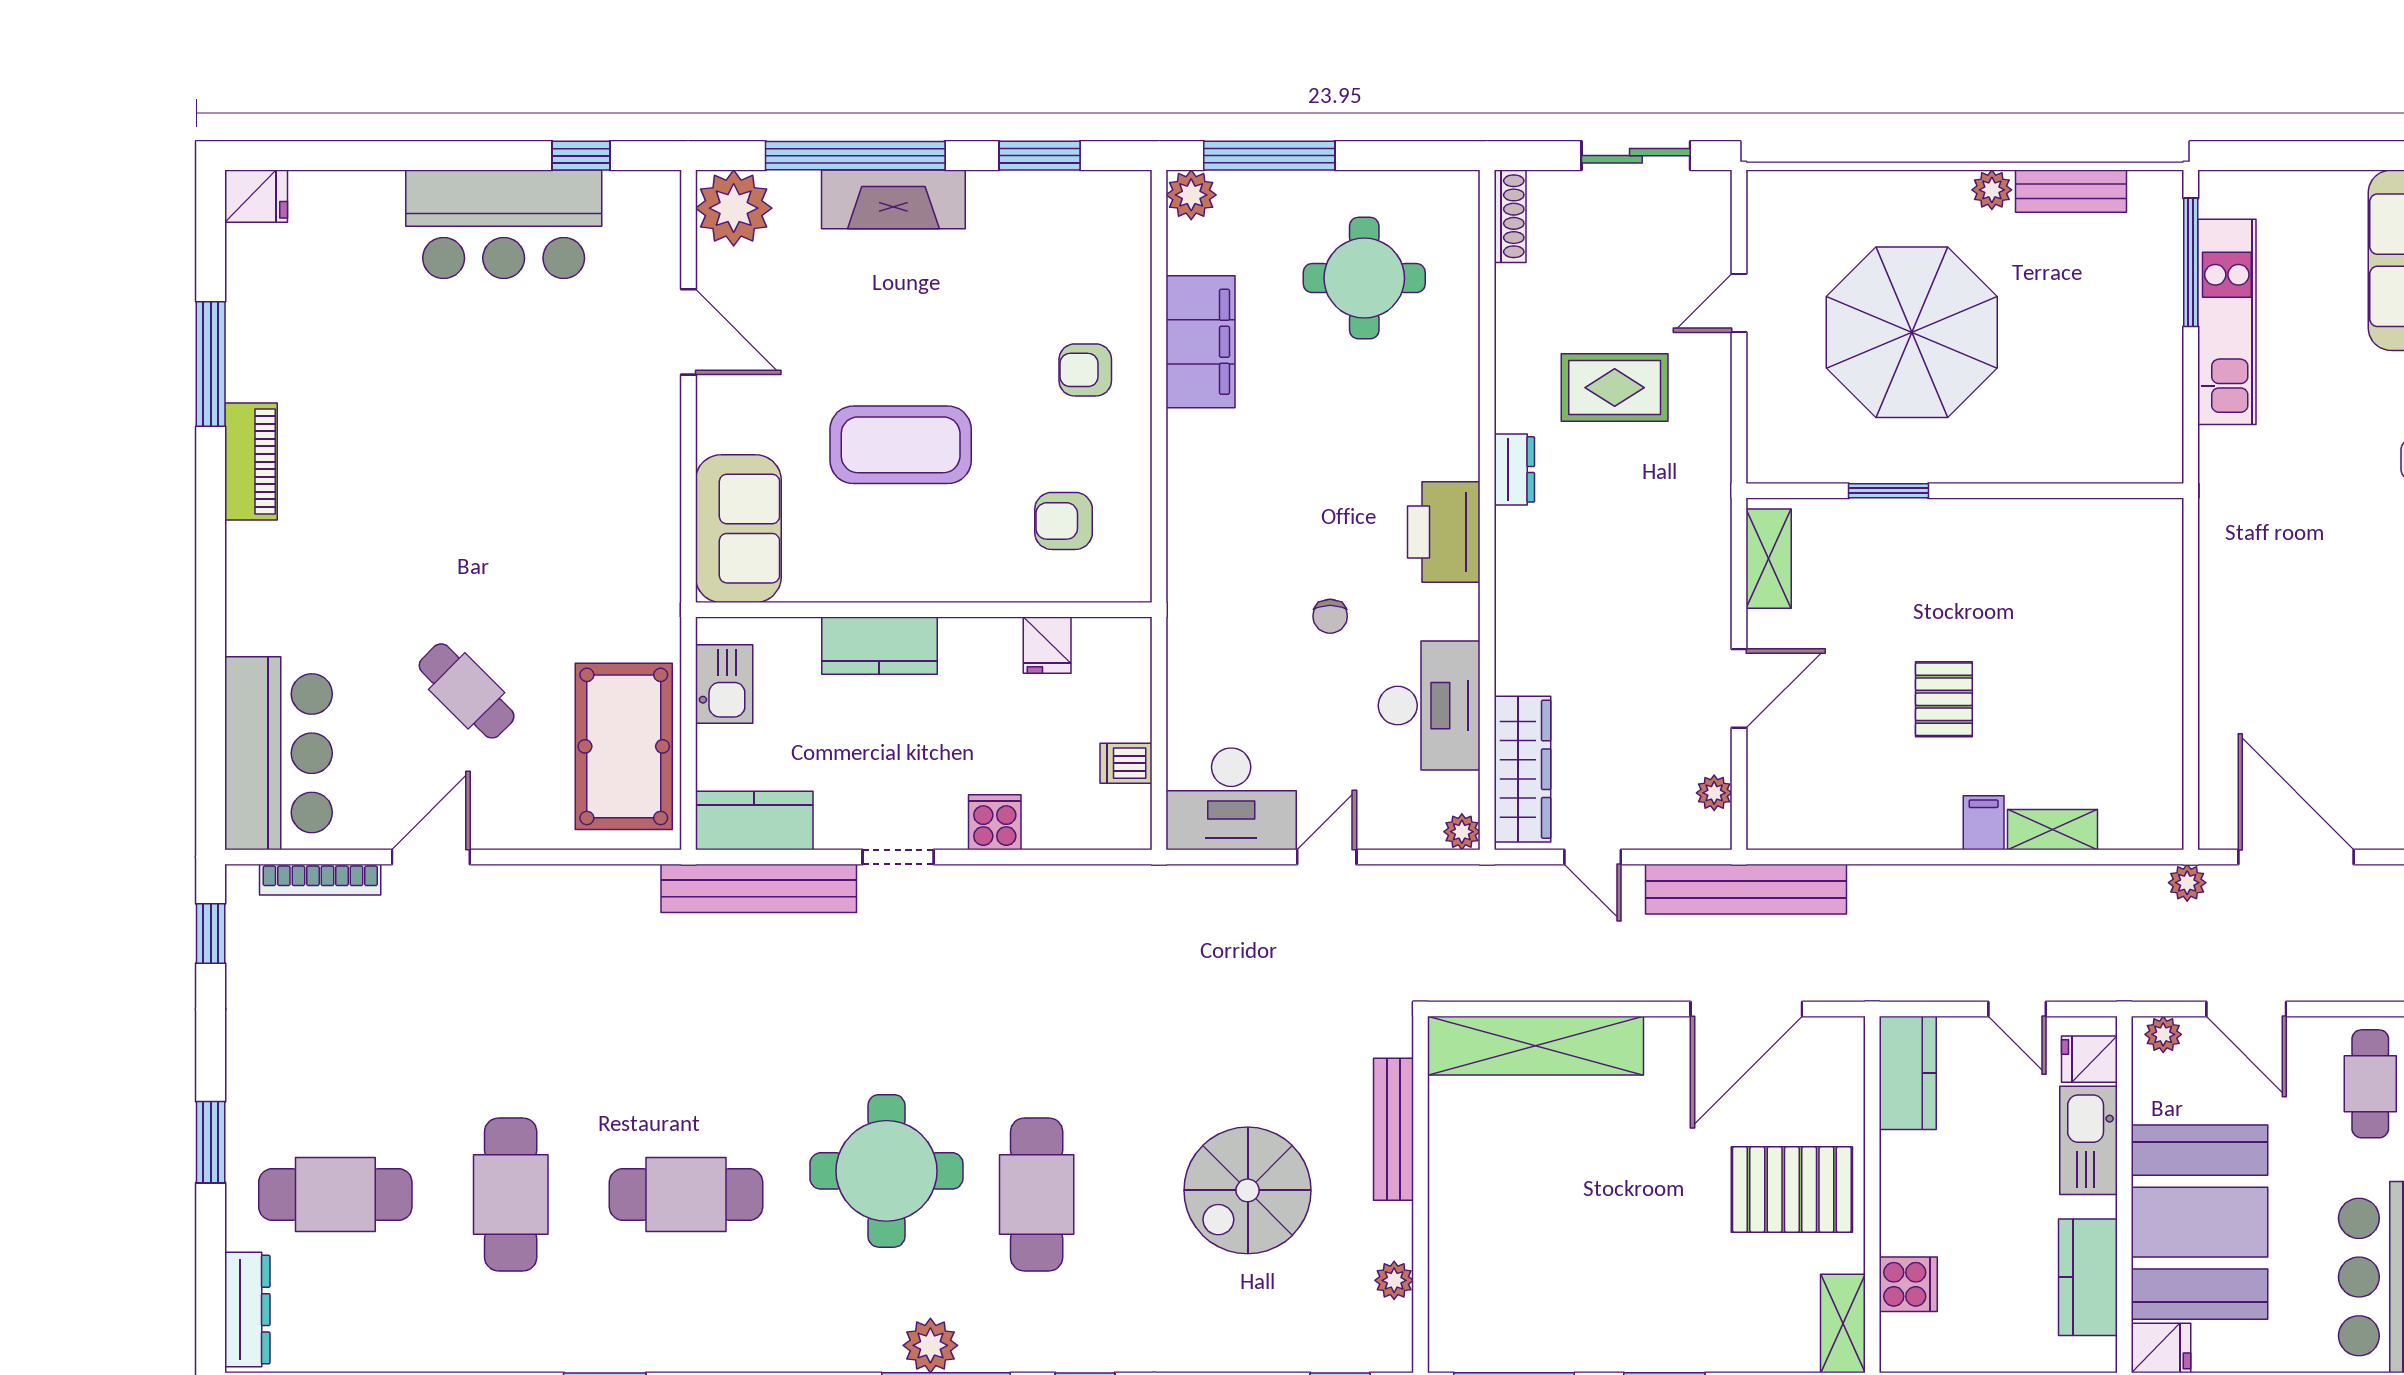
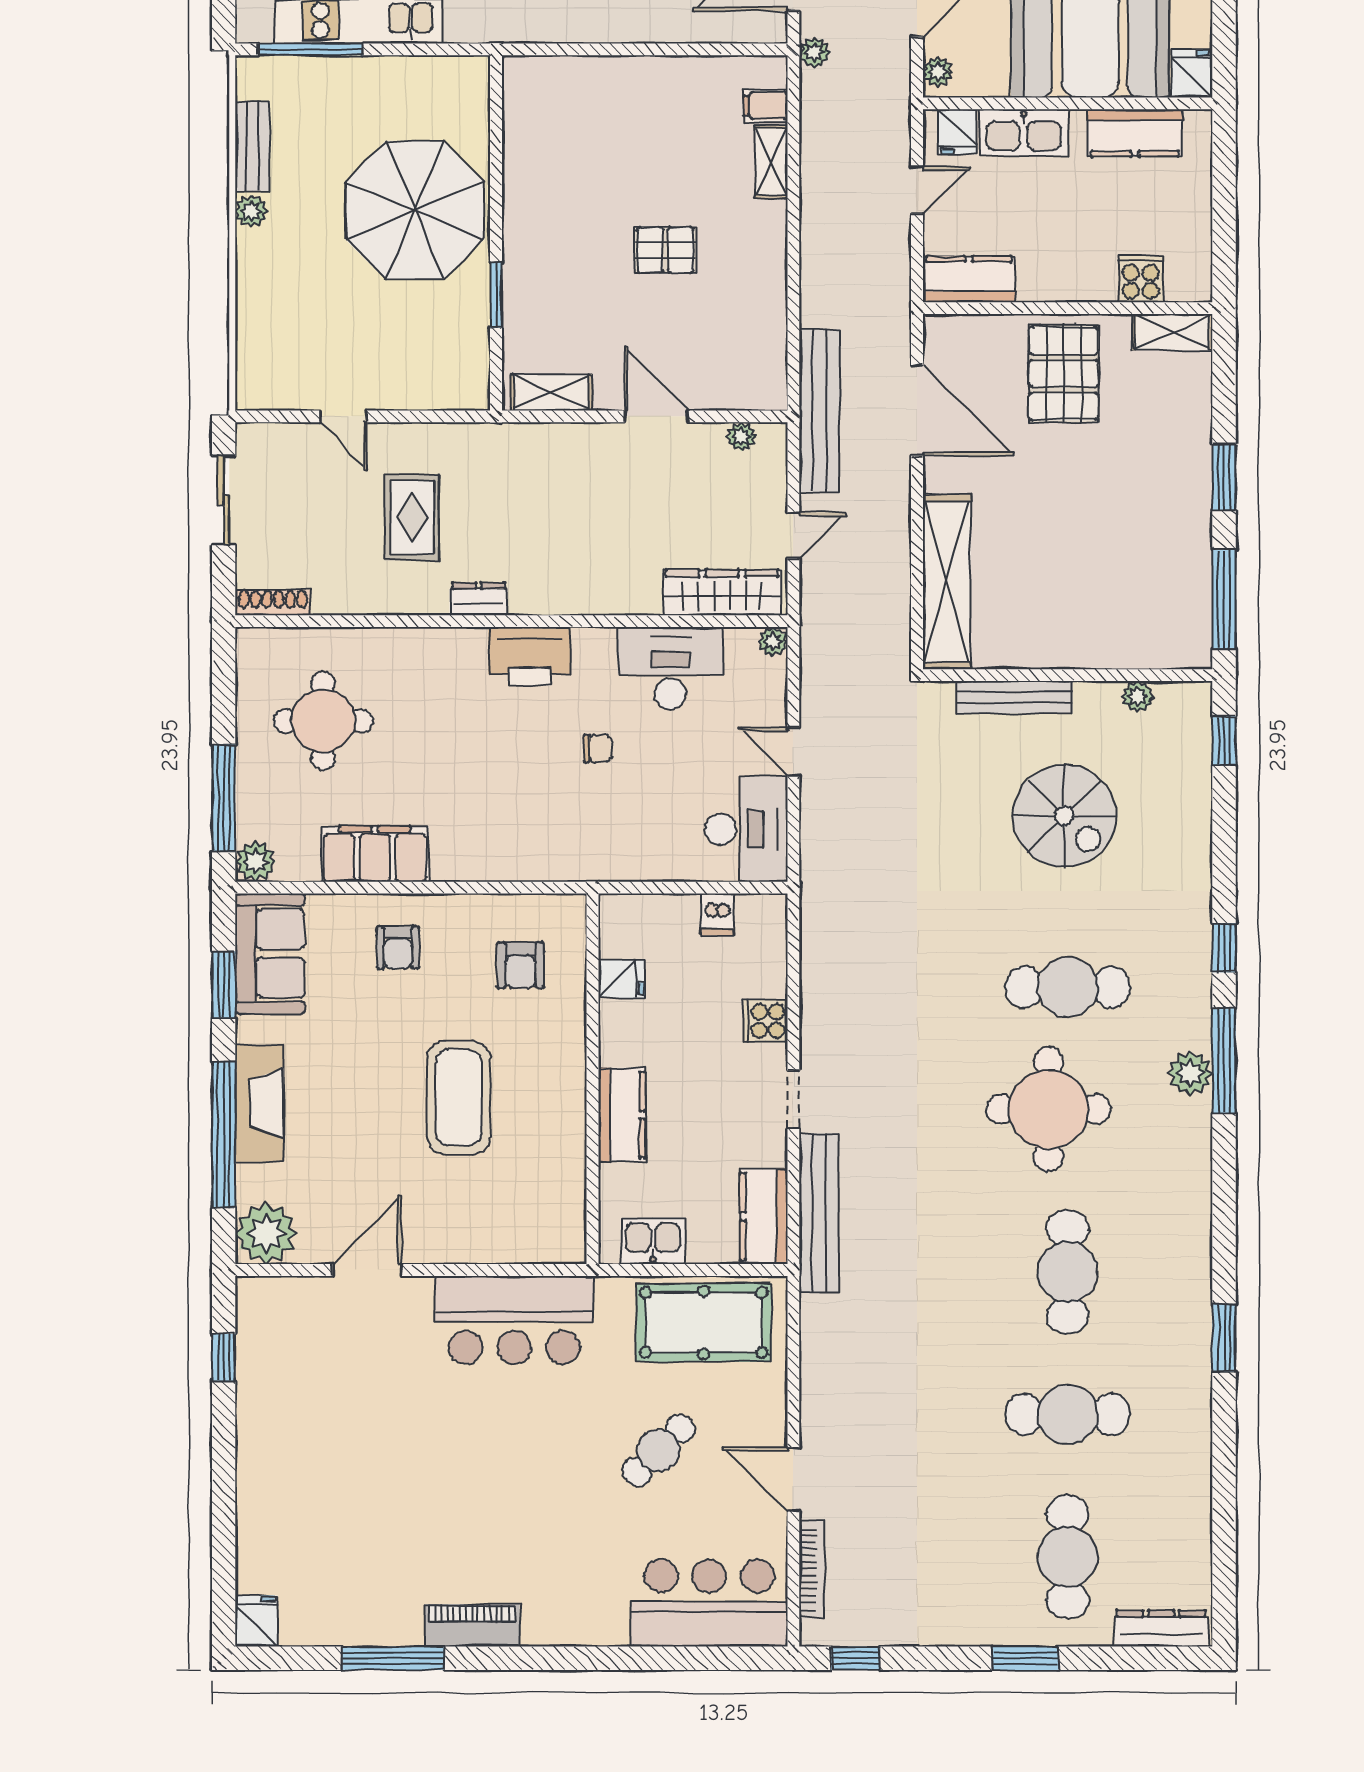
bar counter: (504, 224) -> (514, 1320), moved, turned 90
parasol: (1912, 332) -> (415, 210), moved
sofa: (738, 529) -> (270, 953), moved, turned 90
filing cabinet: (1984, 823) -> (766, 106), moved

